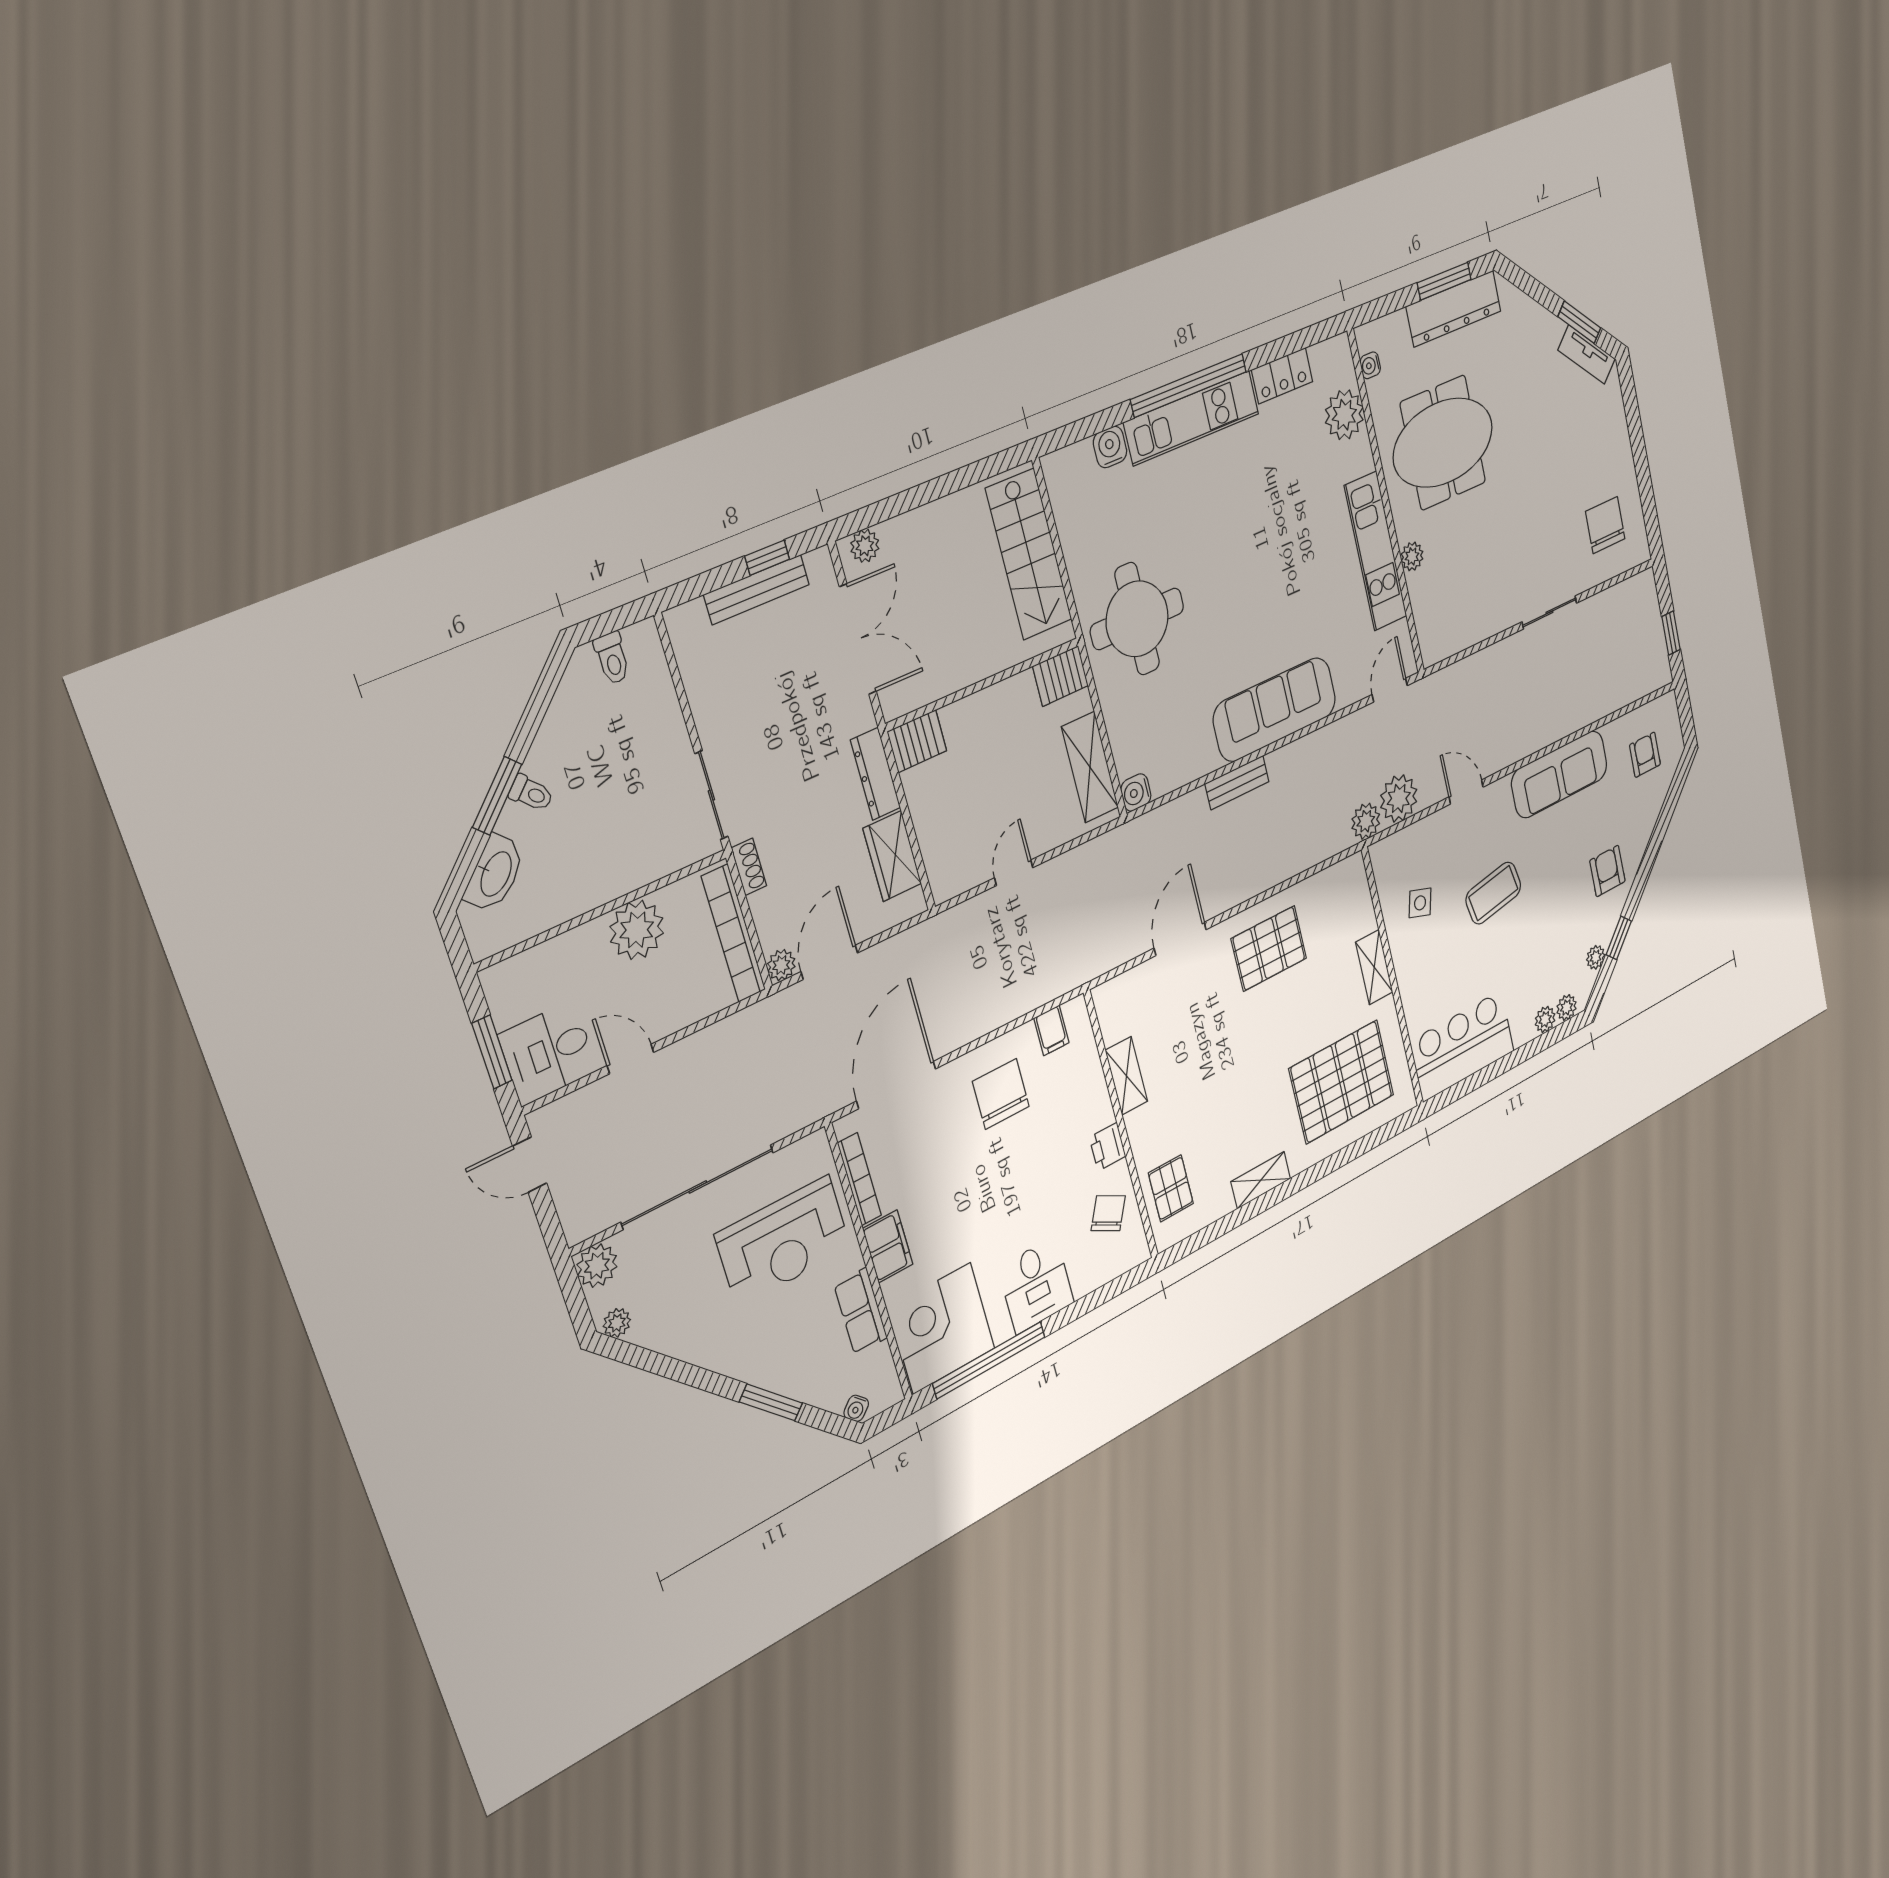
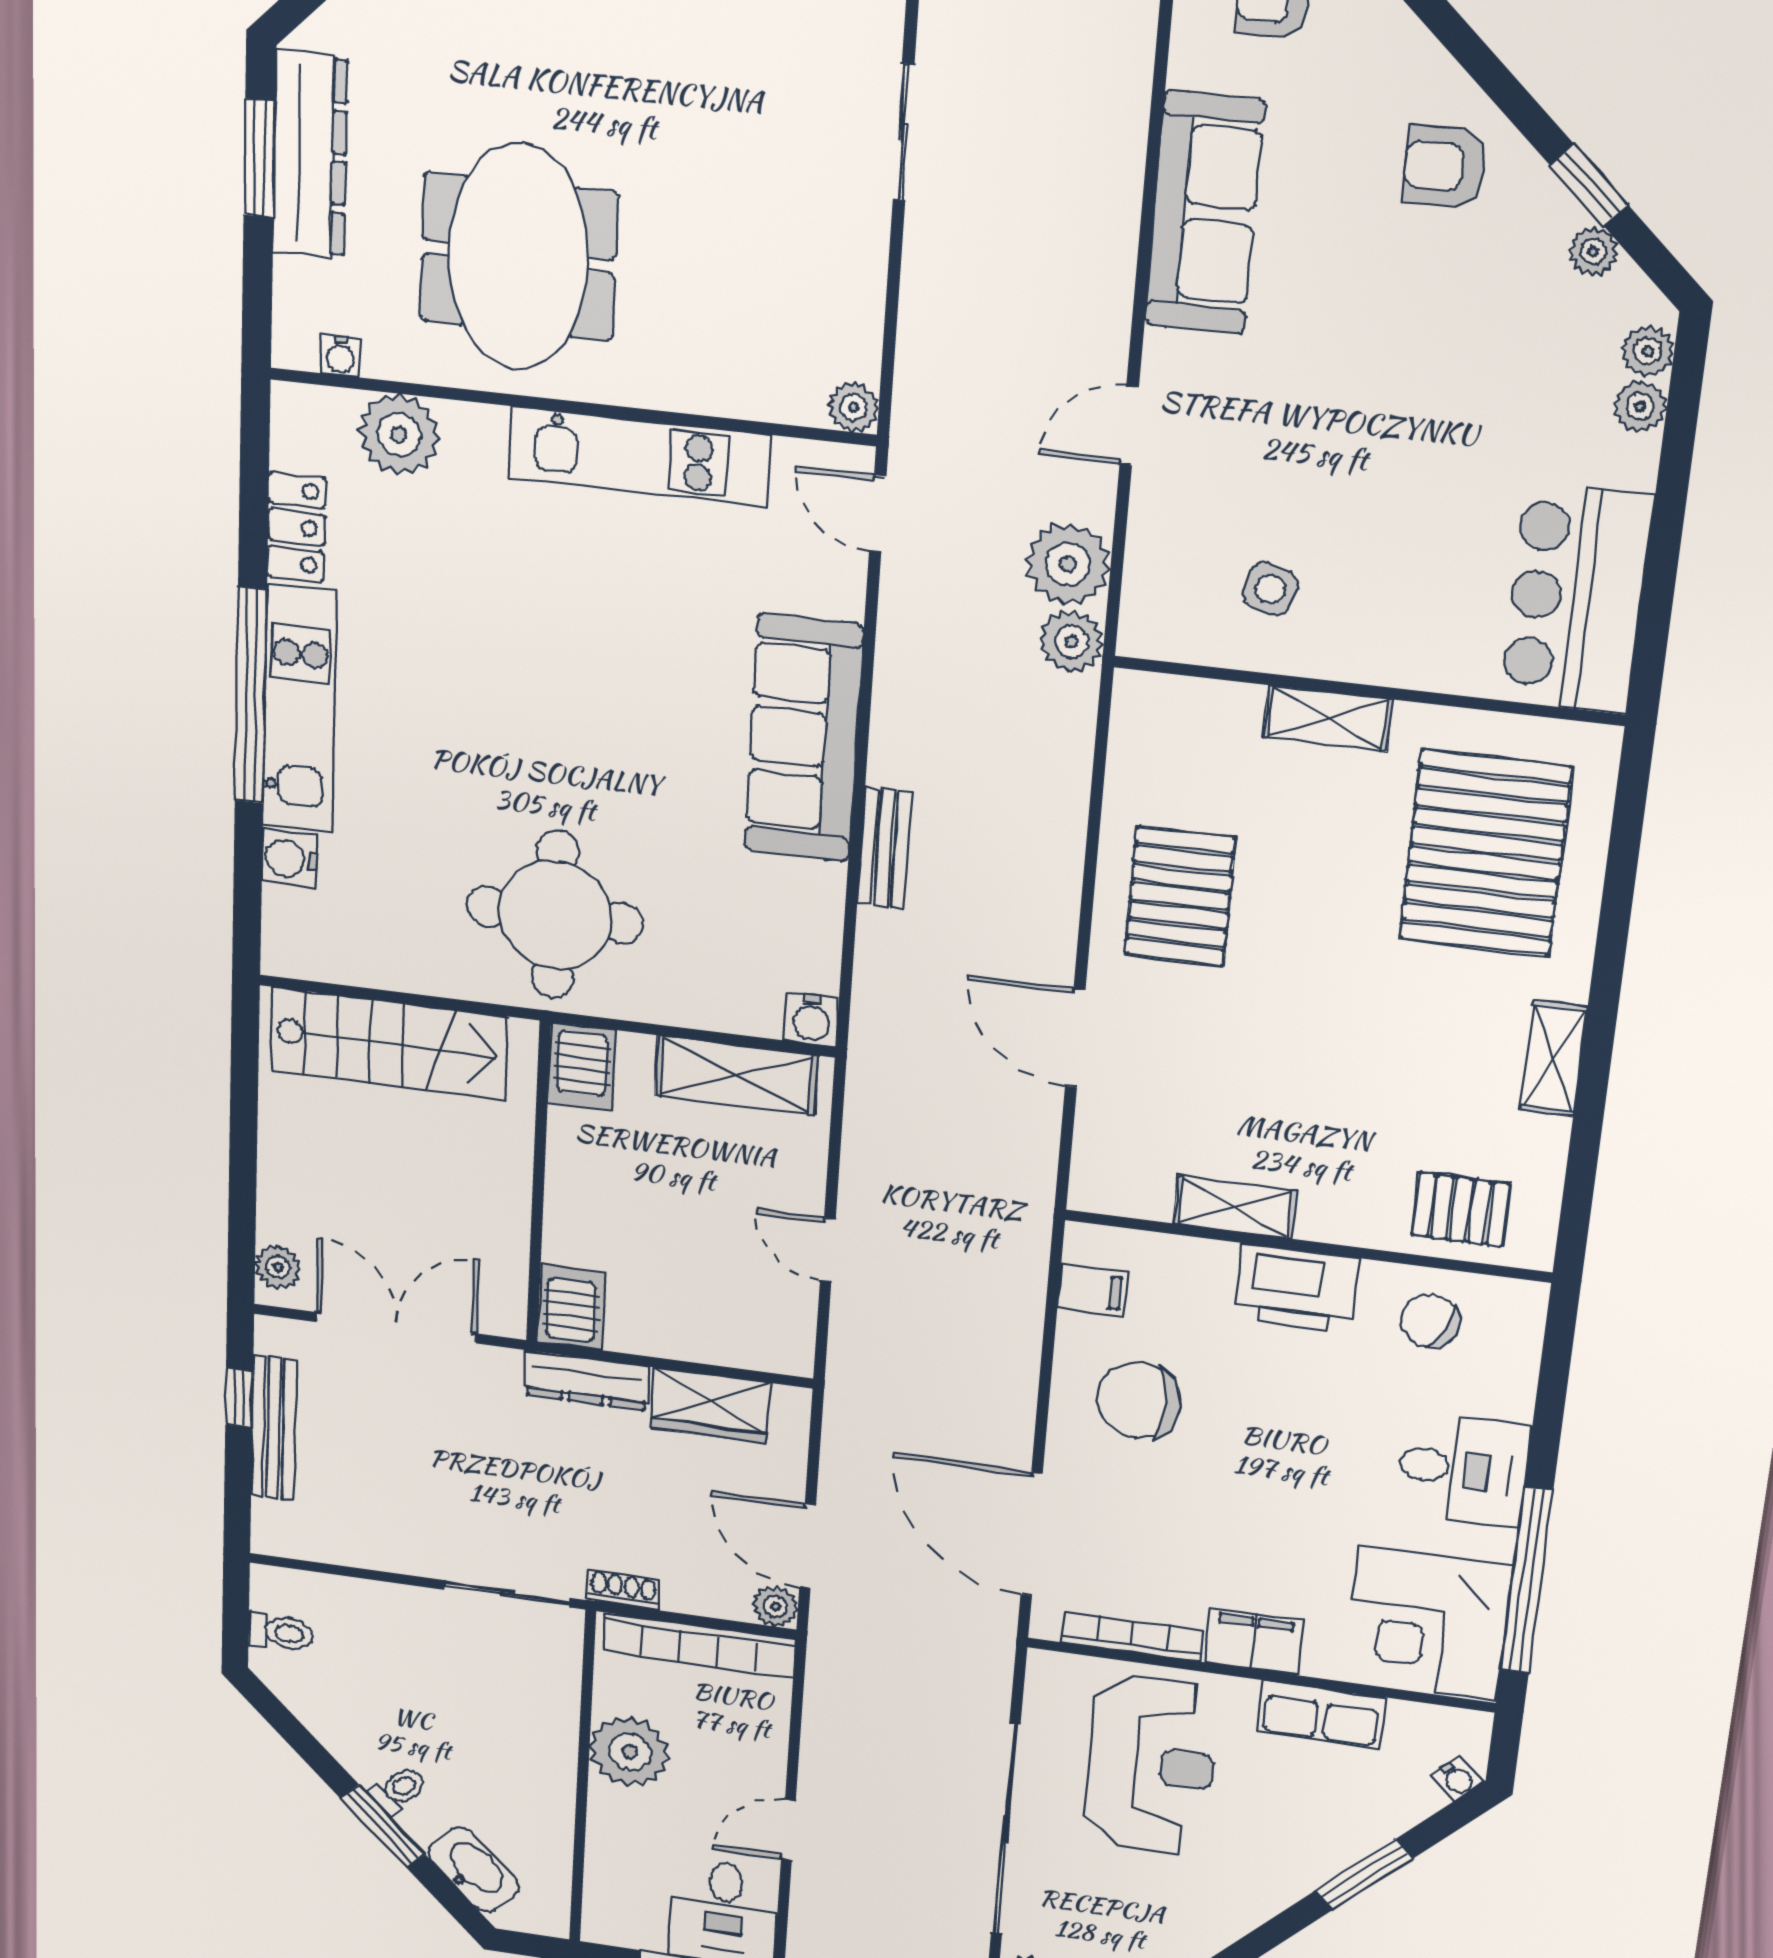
plant: (1412, 556) -> (853, 407), moved
coffee table: (1493, 893) -> (1340, 434), removed
printer: (1108, 1147) -> (1297, 1289), width x1.87, depth x1.48

